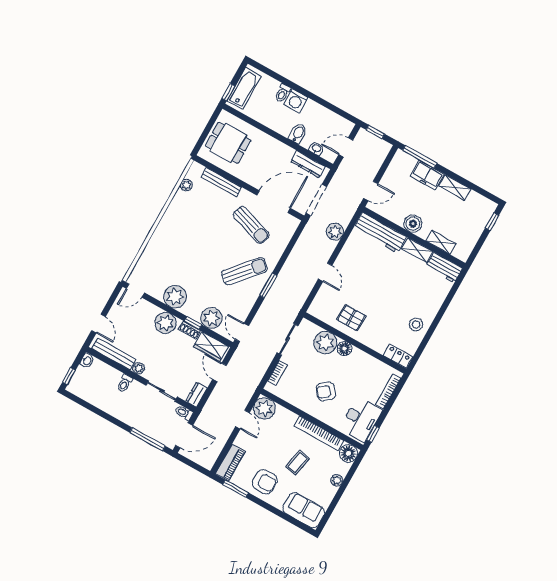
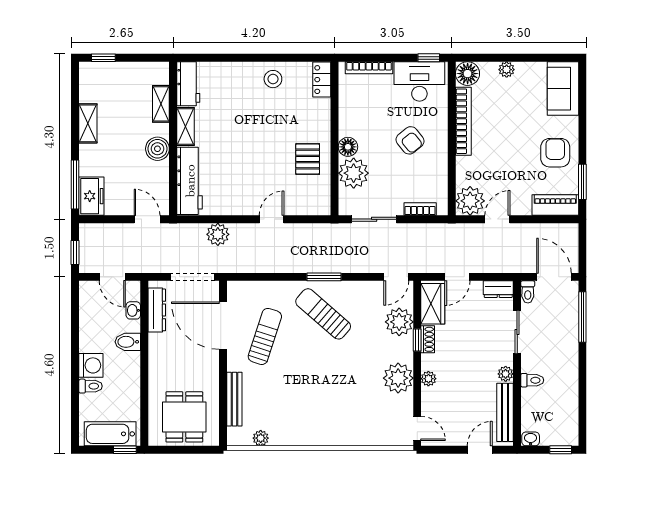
freezer: (427, 175) -> (91, 196), moved
plant: (166, 323) -> (428, 379), width x0.53, depth x0.53
coffee table: (298, 463) -> (511, 127), removed

